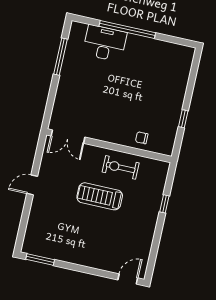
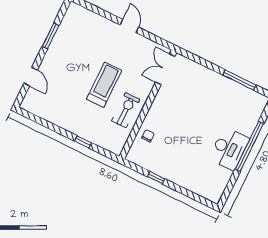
desk: (105, 43) -> (229, 149), moved
window: (40, 260) -> (51, 36), moved
door: (128, 279) -> (31, 77), moved

